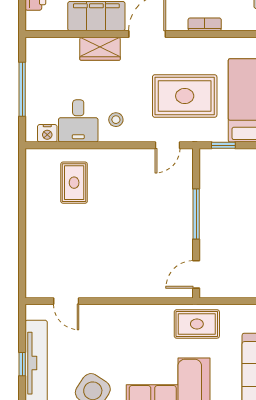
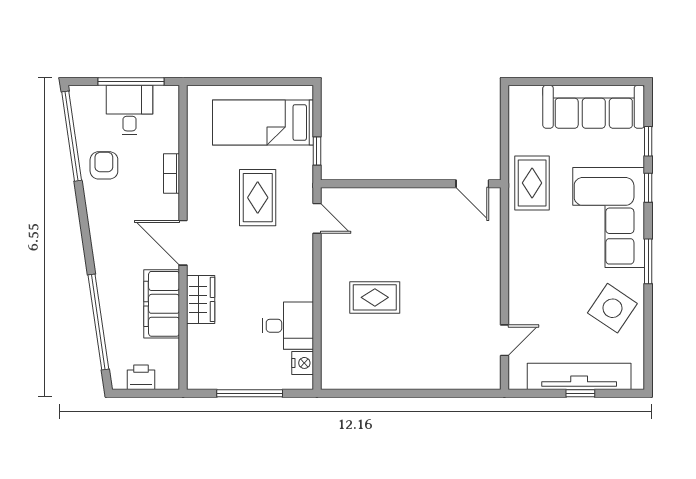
rug: (185, 96) -> (258, 198), width x0.73, depth x0.70
stool: (116, 120) -> (286, 280), removed
rug: (74, 183) -> (375, 297), moved
window: (196, 214) -> (400, 184), removed

